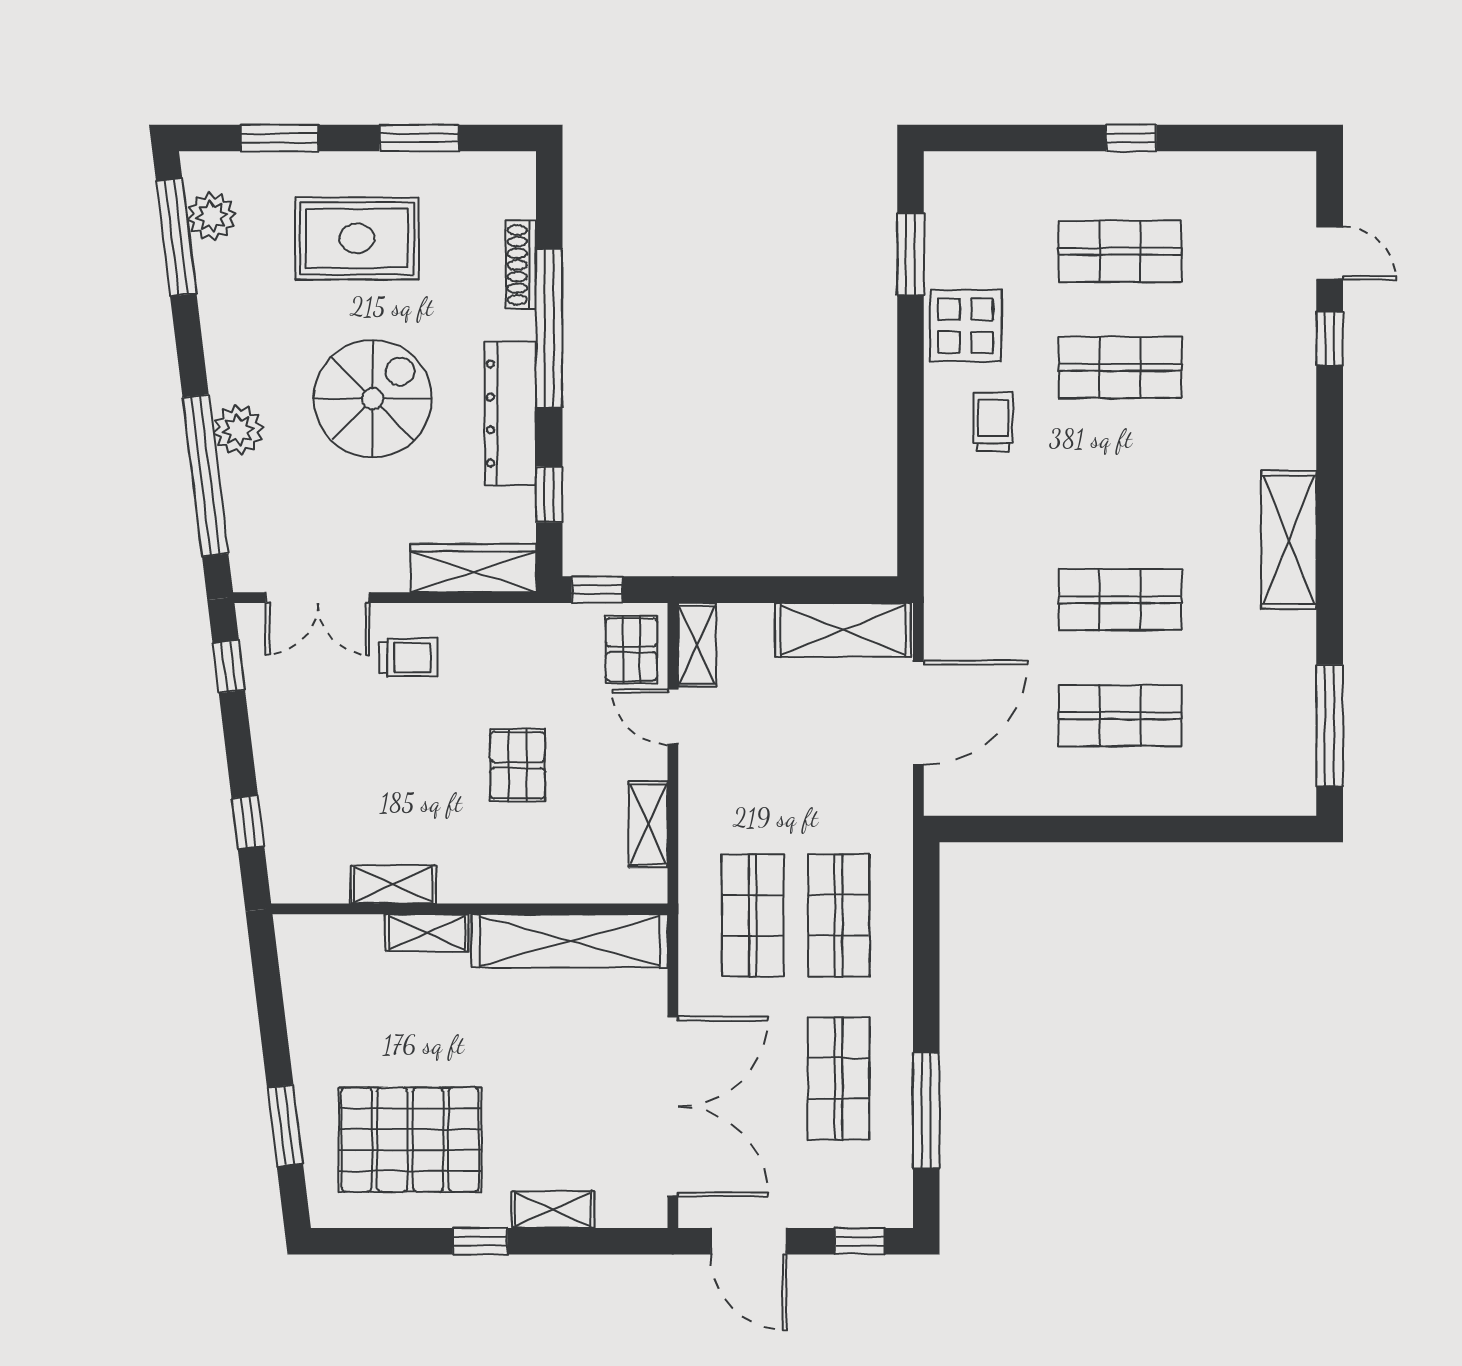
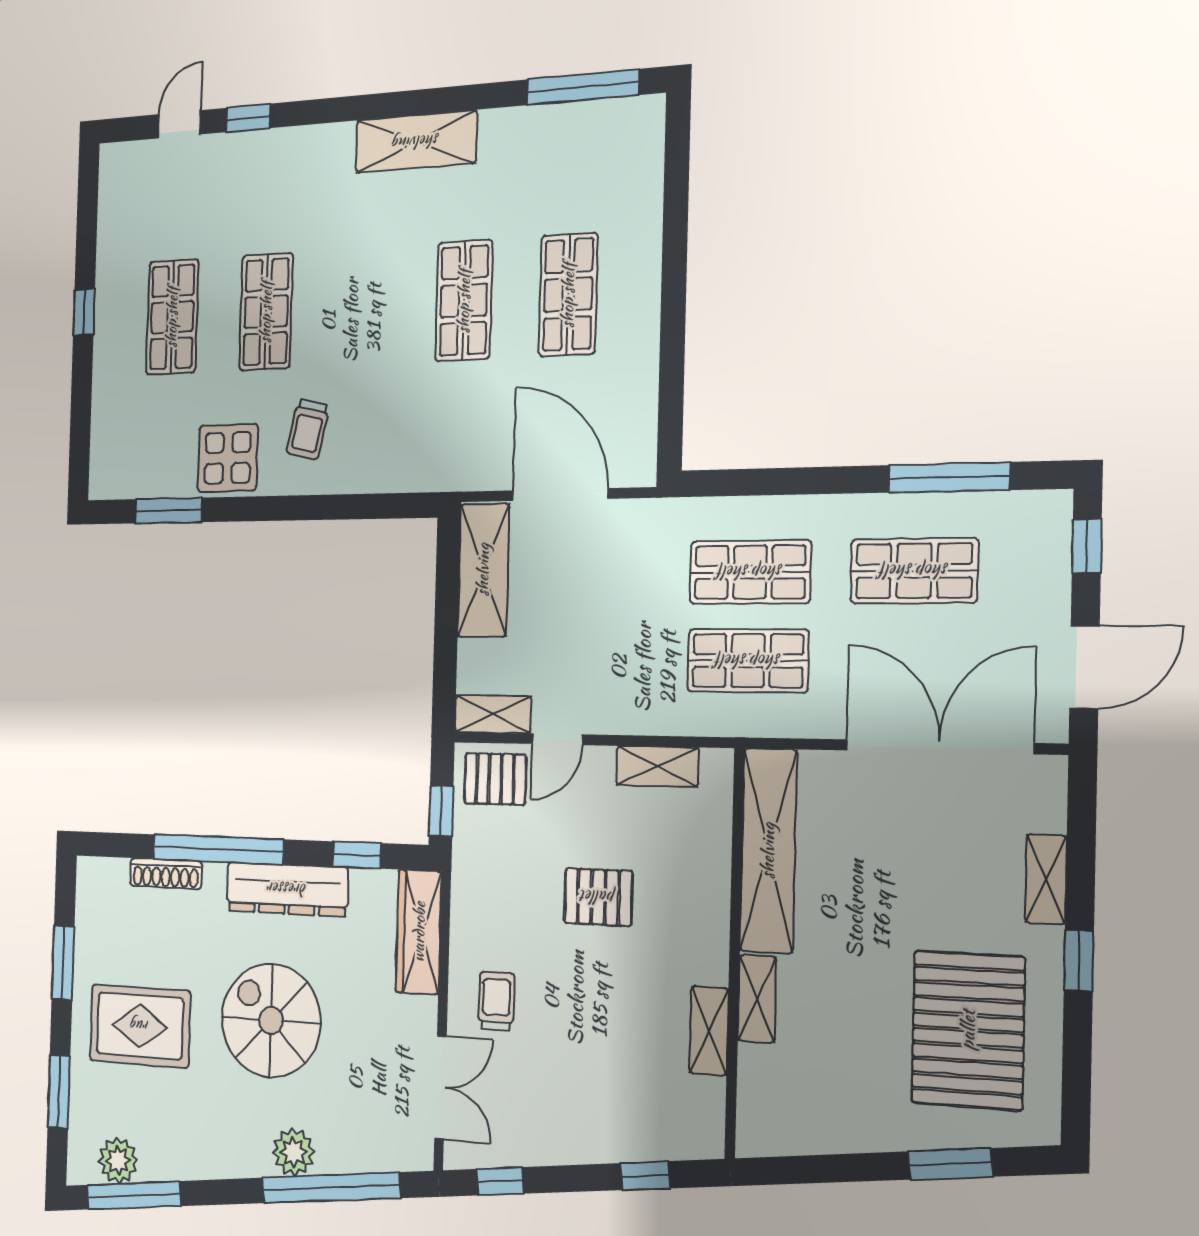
rug: (357, 238) -> (140, 1026), turned 90
trolley: (993, 422) -> (308, 429), turned -77

